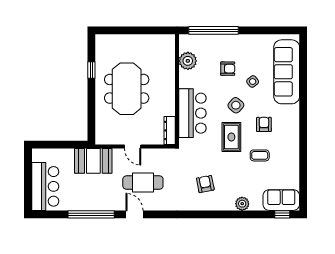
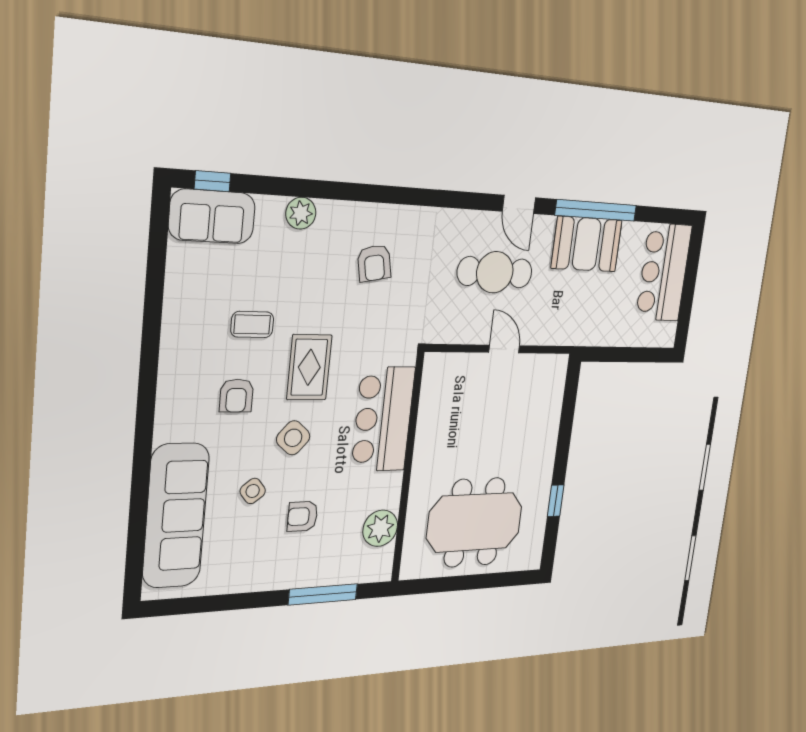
window: (214, 30) -> (323, 594), width x0.68
meeting table: (127, 89) -> (475, 522), moved, turned 90
dresser: (170, 130) -> (432, 382), removed
booth: (93, 161) -> (587, 244), moved

